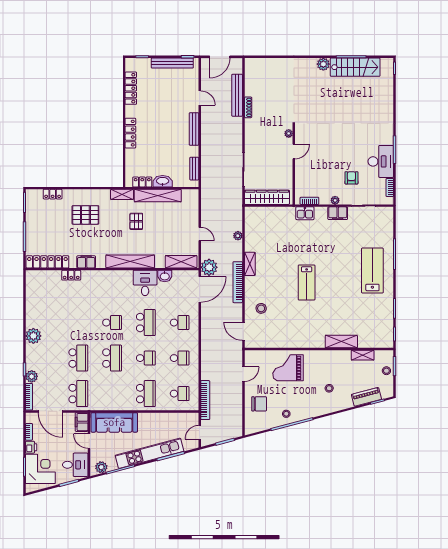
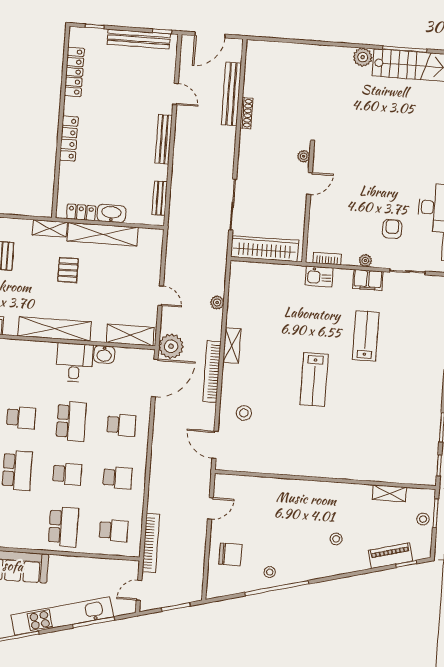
lab bench: (372, 271) -> (366, 336), moved, width x0.73, depth x0.72
shelving: (341, 342) -> (359, 471), removed
grand piano: (288, 368) -> (277, 504), removed

